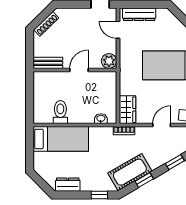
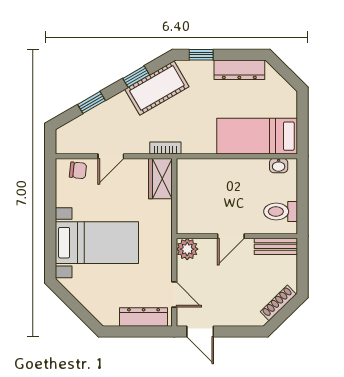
toilet: (60, 112) -> (281, 211), moved, turned 90
washbasin: (101, 119) -> (279, 166), moved
dresser: (68, 185) -> (239, 70), width x1.44

